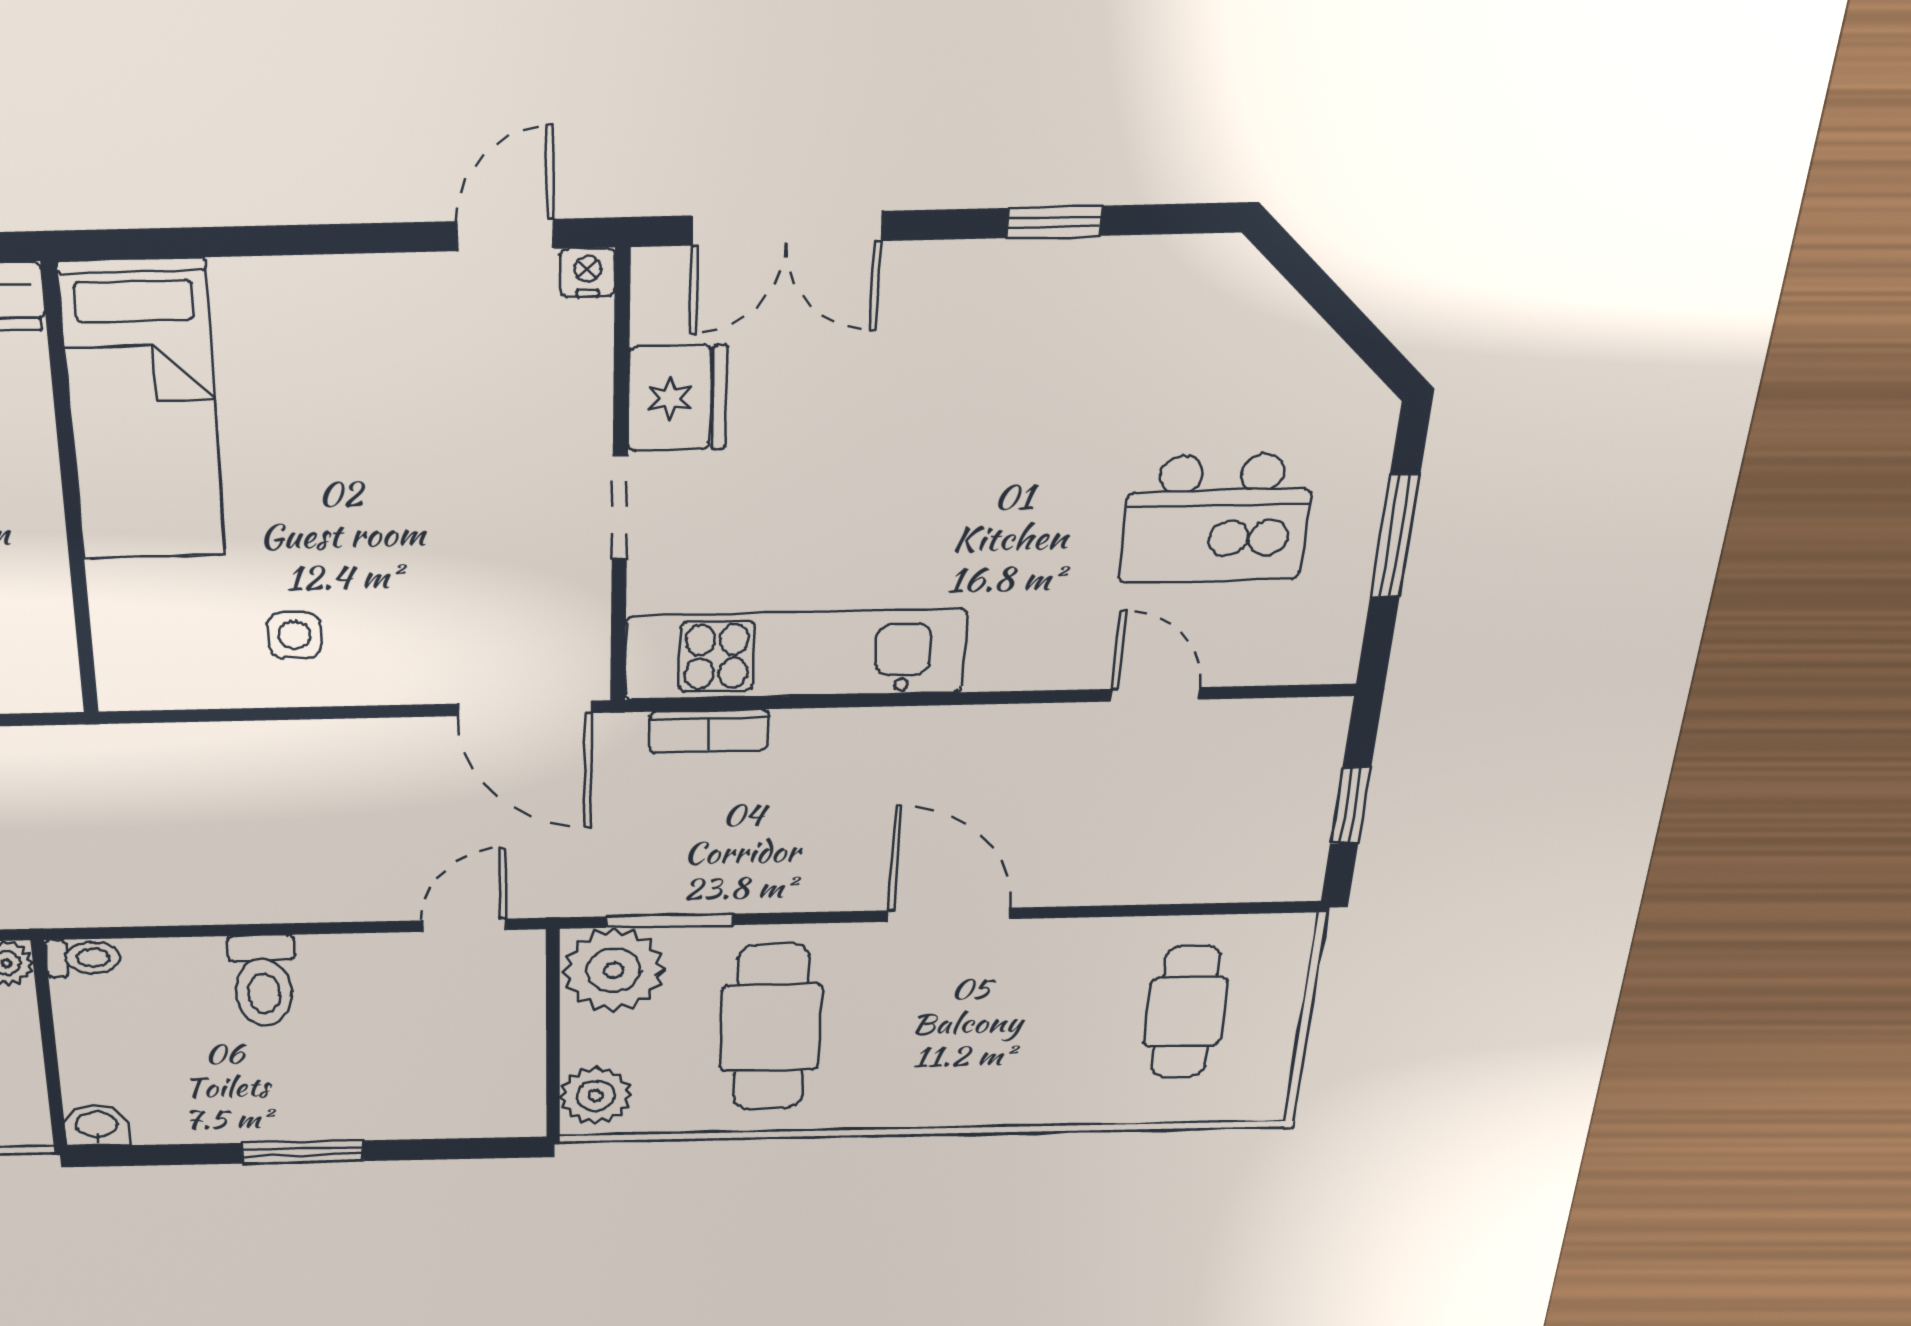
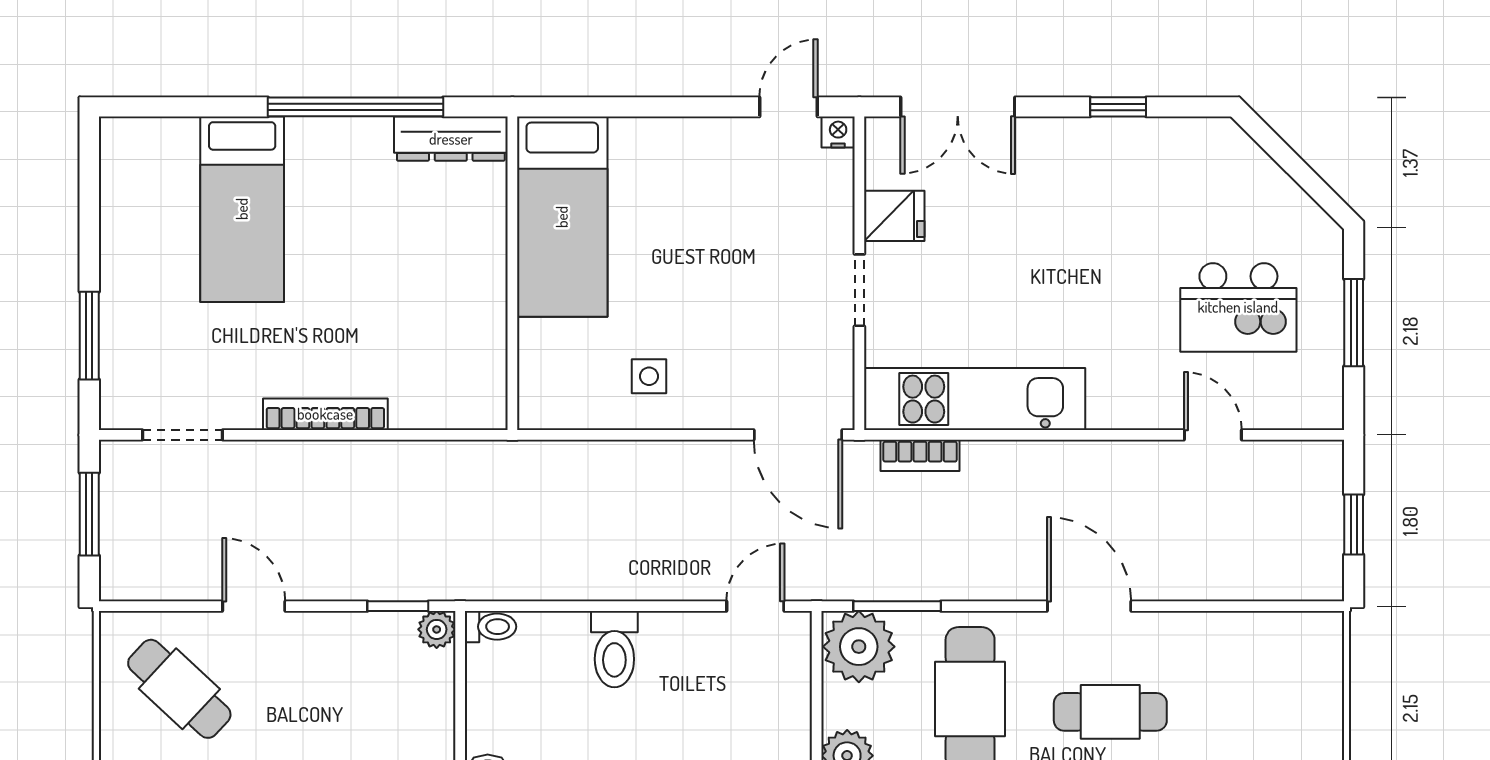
fridge: (677, 398) -> (894, 216), width x0.72
cafe table: (1186, 1012) -> (1110, 712), moved, turned 90

